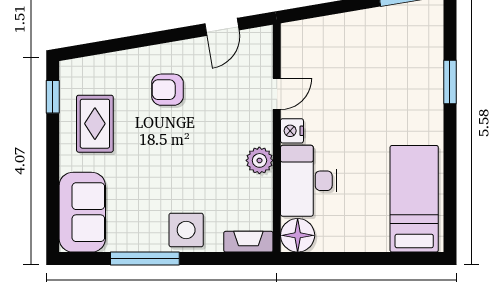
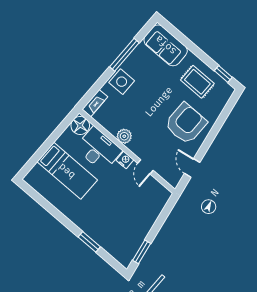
armchair: (168, 90) -> (186, 123), width x1.88, depth x1.88
bed: (414, 199) -> (67, 171), moved

